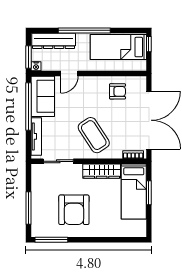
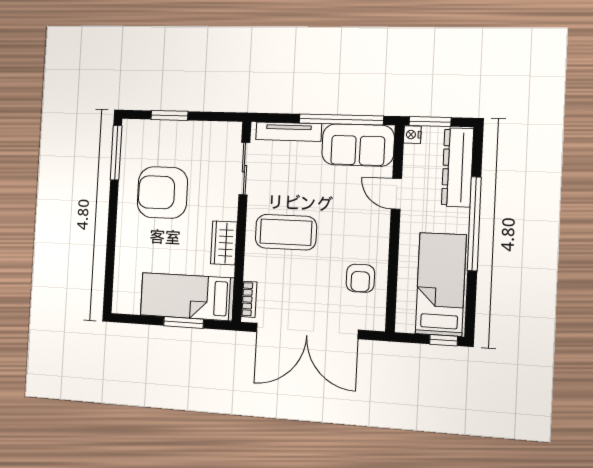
coffee table: (94, 135) -> (286, 232), turned 33
wardrobe: (102, 171) -> (224, 243), width x0.67
window: (29, 208) -> (169, 115), width x0.69

